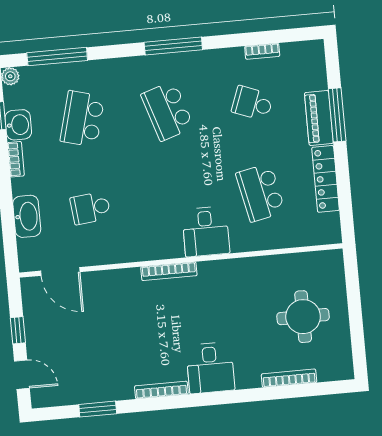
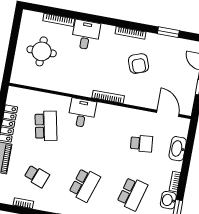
school desk: (167, 111) -> (85, 185), turned 36
armchair: (133, 342) -> (138, 64), added
desk: (210, 368) -> (86, 35), moved

